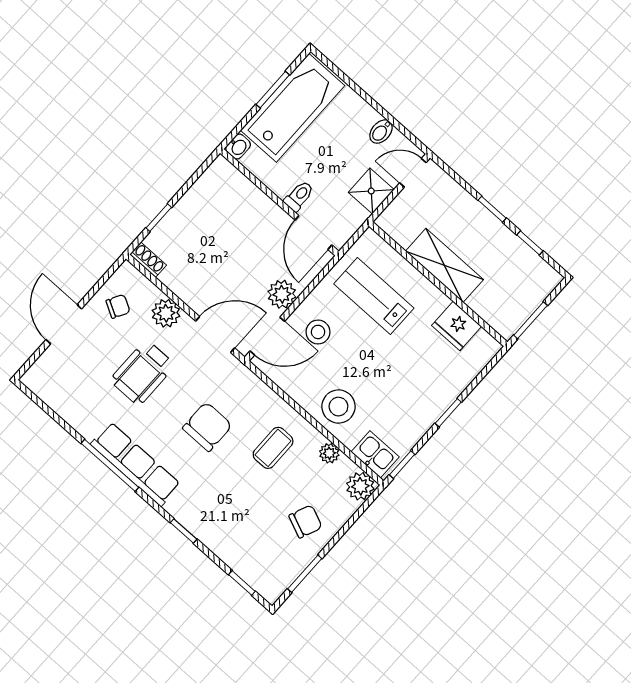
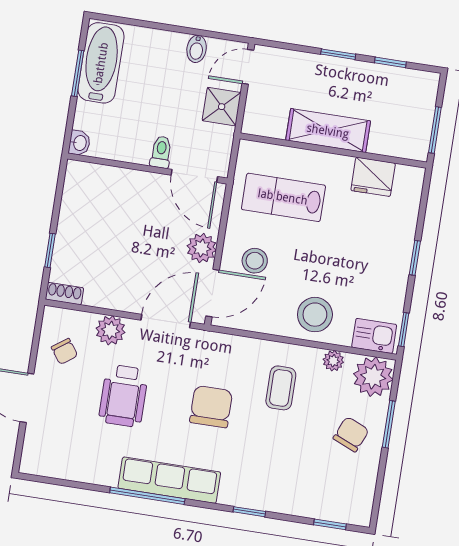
bathtub: (293, 108) -> (101, 63), width x0.73, depth x0.73
chair: (118, 306) -> (64, 351), turned 115
plant: (360, 486) -> (373, 377), width x1.36, depth x1.36
window: (305, 574) -> (389, 424), moved

